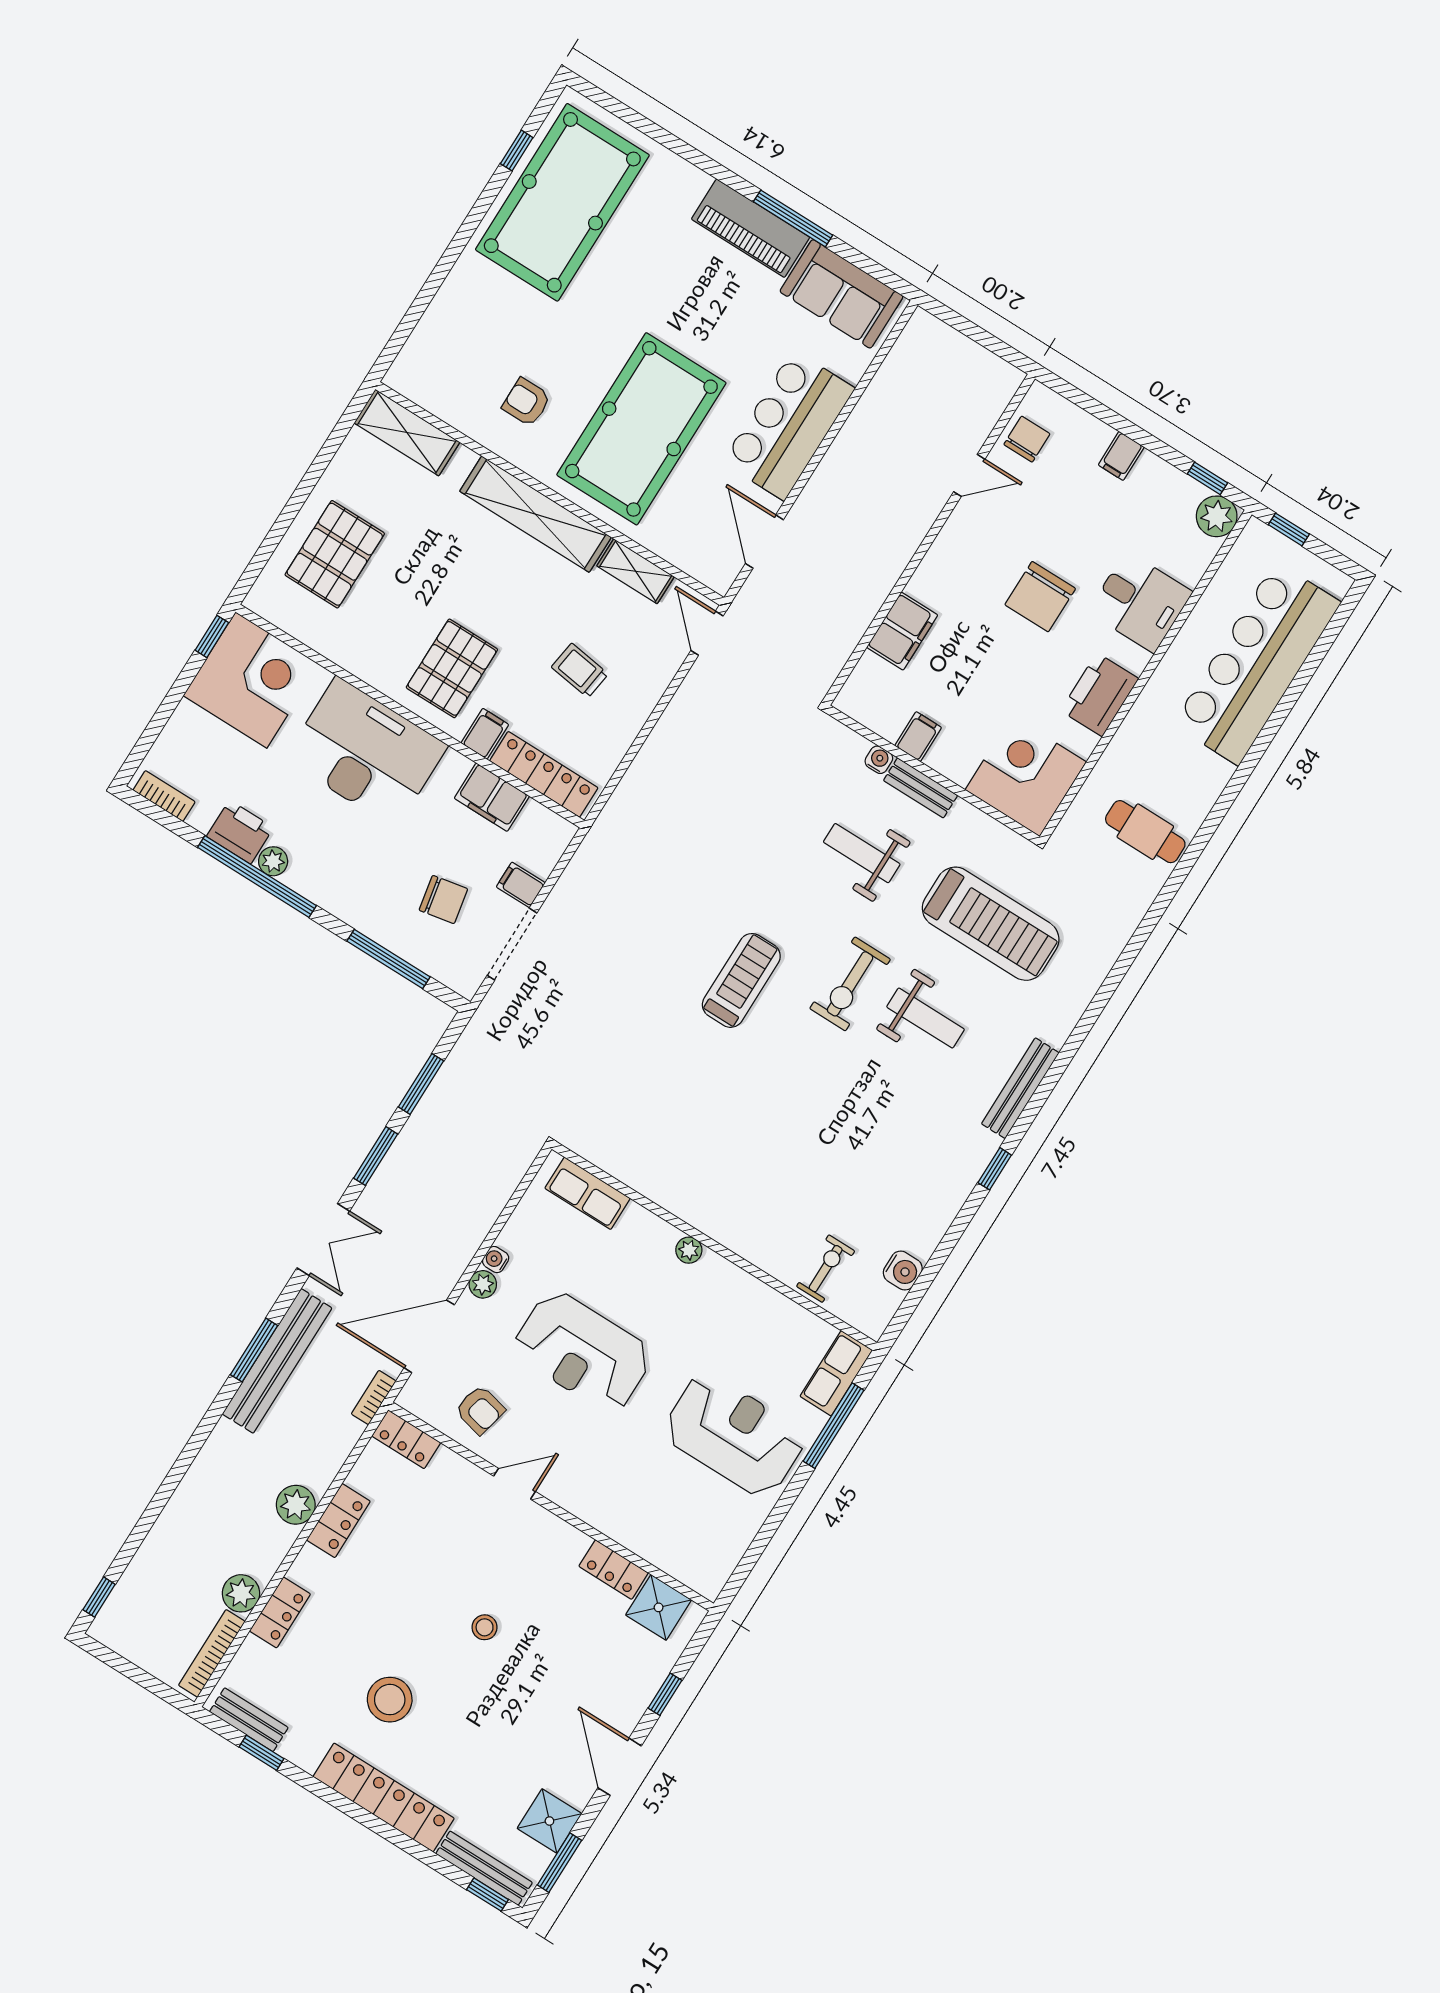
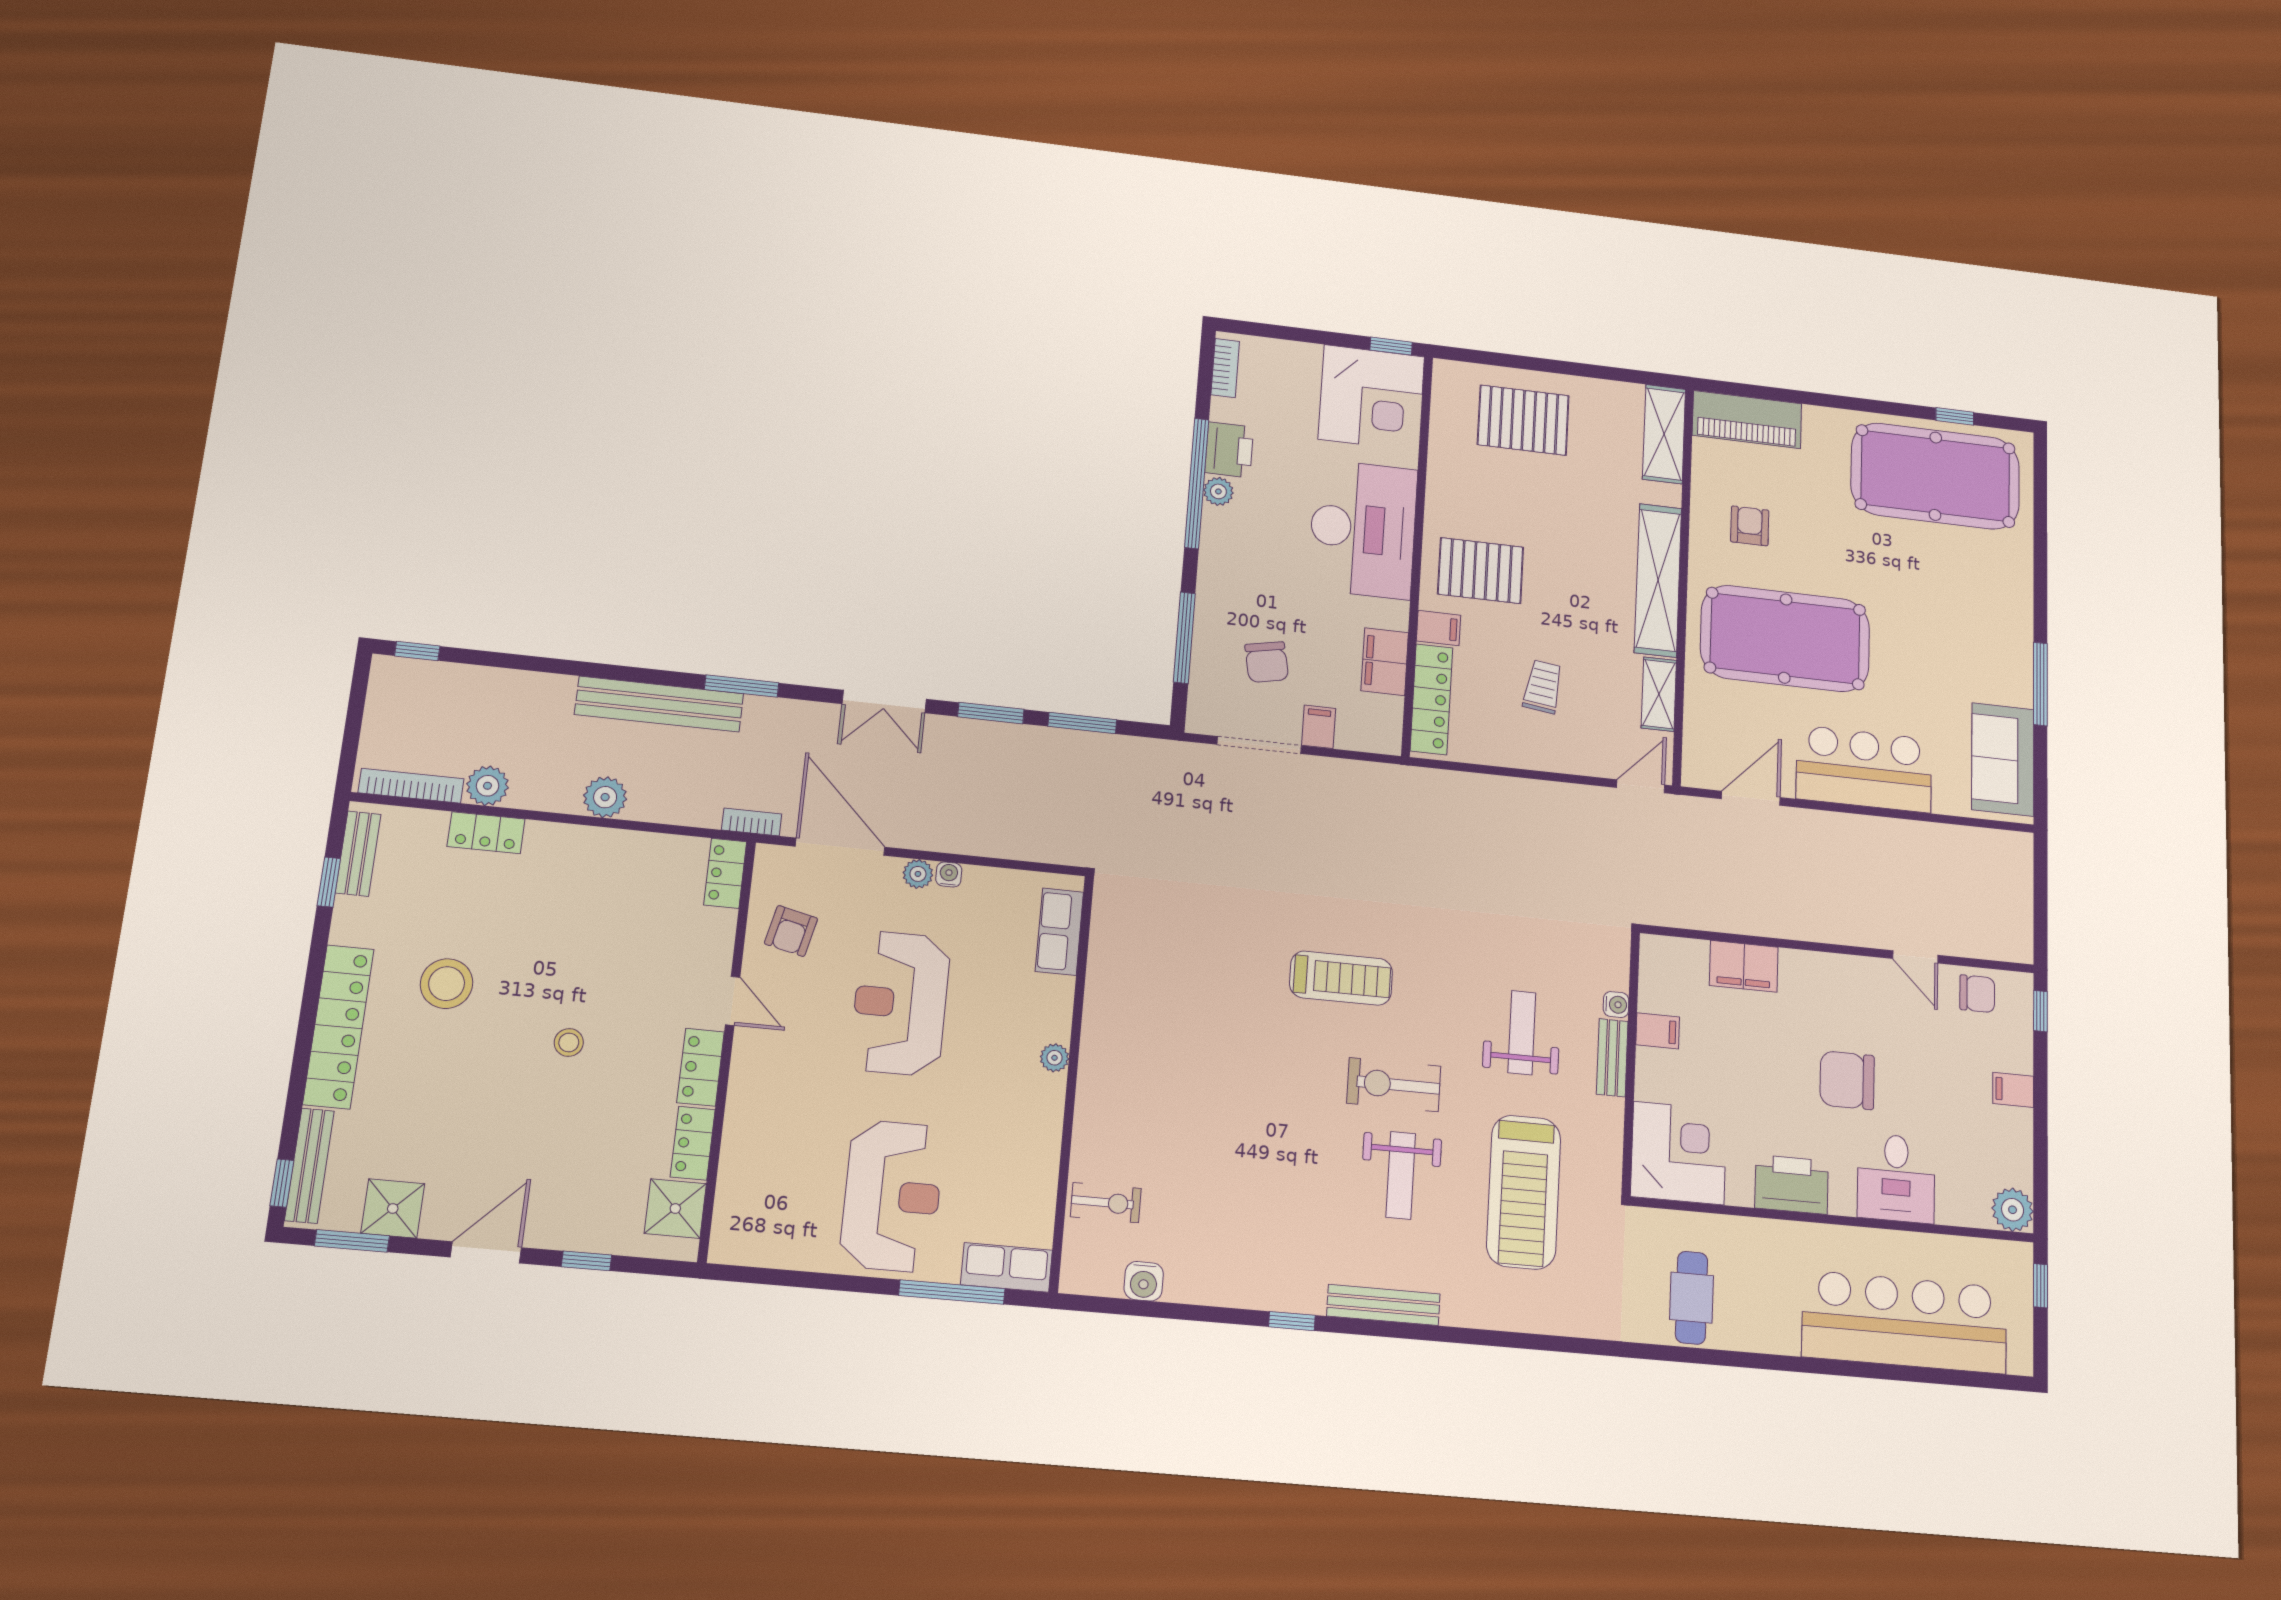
piano: (751, 228) -> (1747, 420), moved, turned -90
window: (1207, 478) -> (2040, 1011), moved
bench: (277, 1361) -> (659, 704), moved
locker: (338, 1521) -> (701, 1067), moved, turned 90

